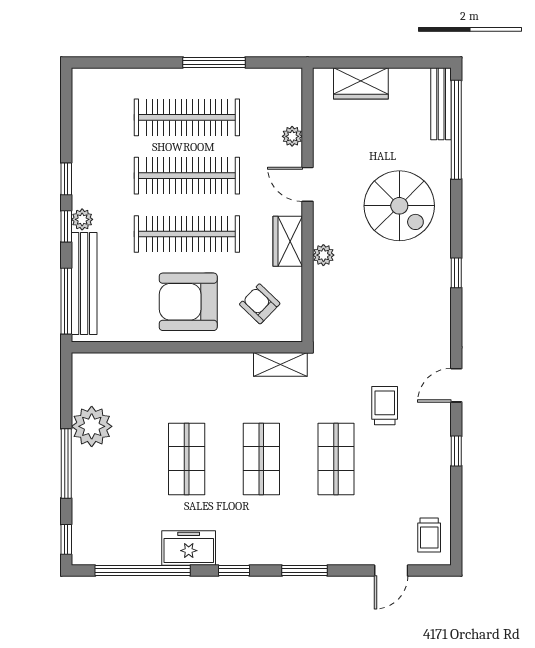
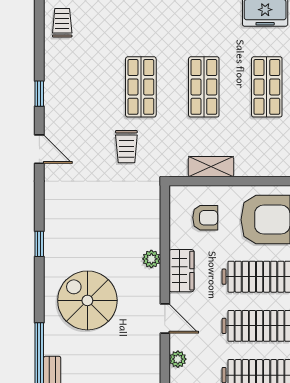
armchair: (260, 304) -> (205, 218), turned -44
shelving: (280, 364) -> (211, 167), moved
door: (456, 385) -> (39, 149), hinge flipped
trolley: (385, 406) -> (126, 147), moved

